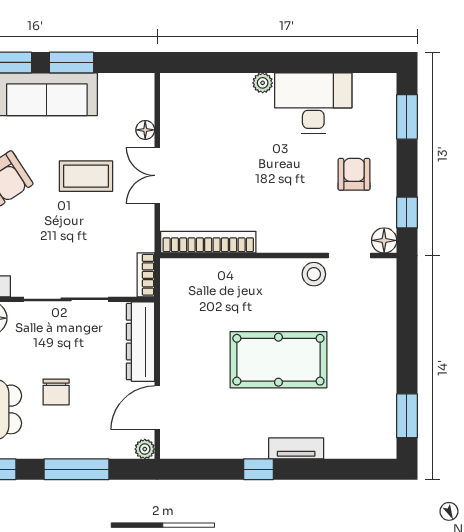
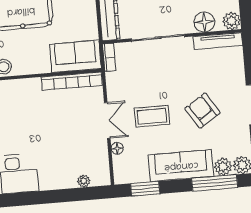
window: (72, 62) -> (145, 189), moved
plant: (263, 83) -> (84, 181), moved
sofa: (199, 281) -> (75, 56), added

